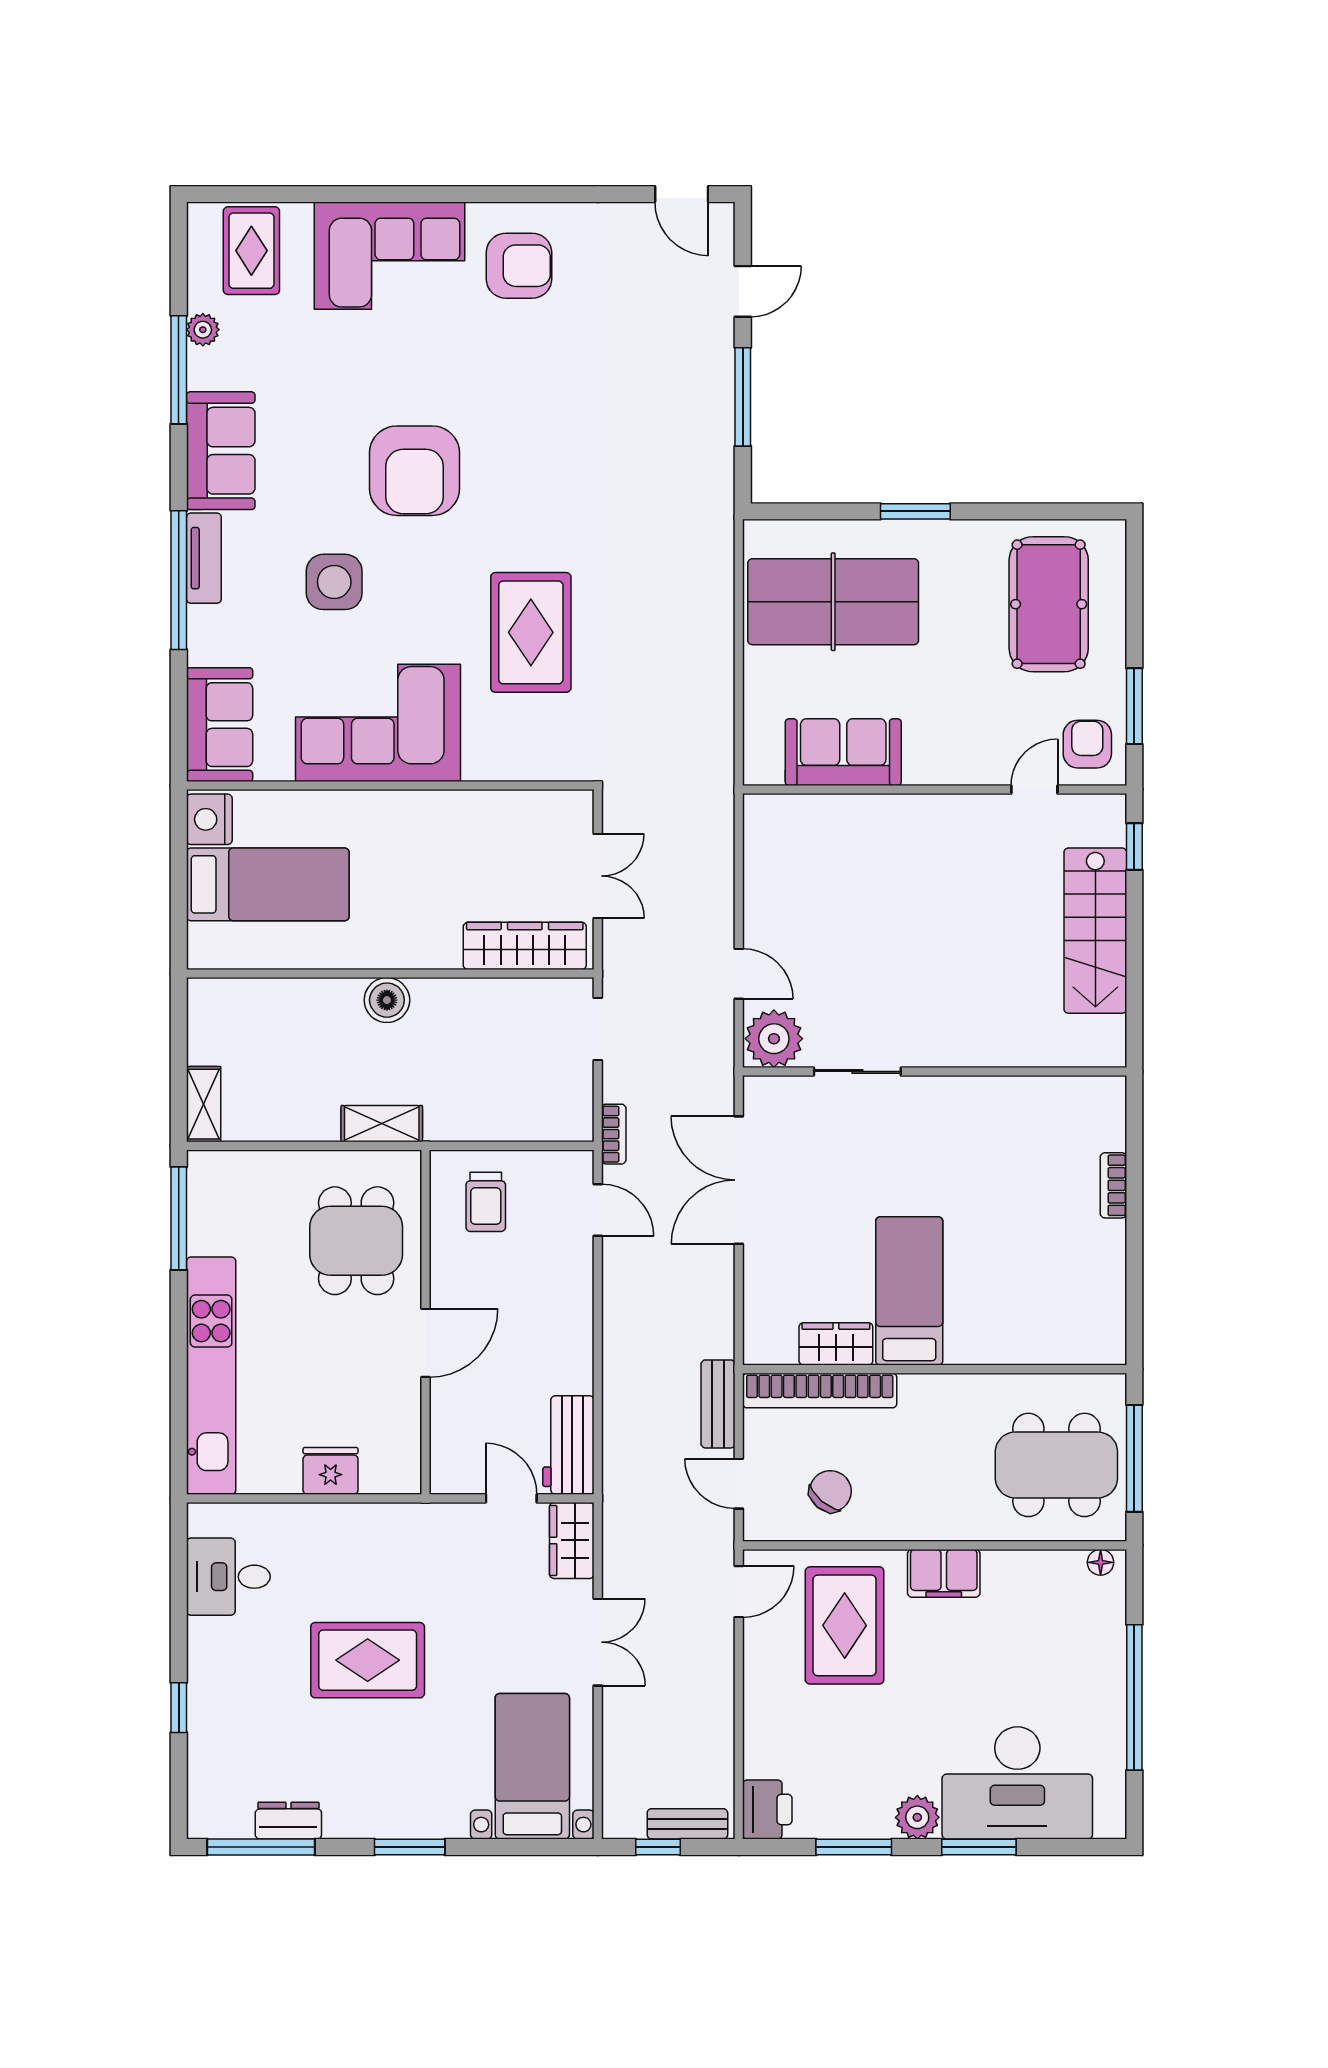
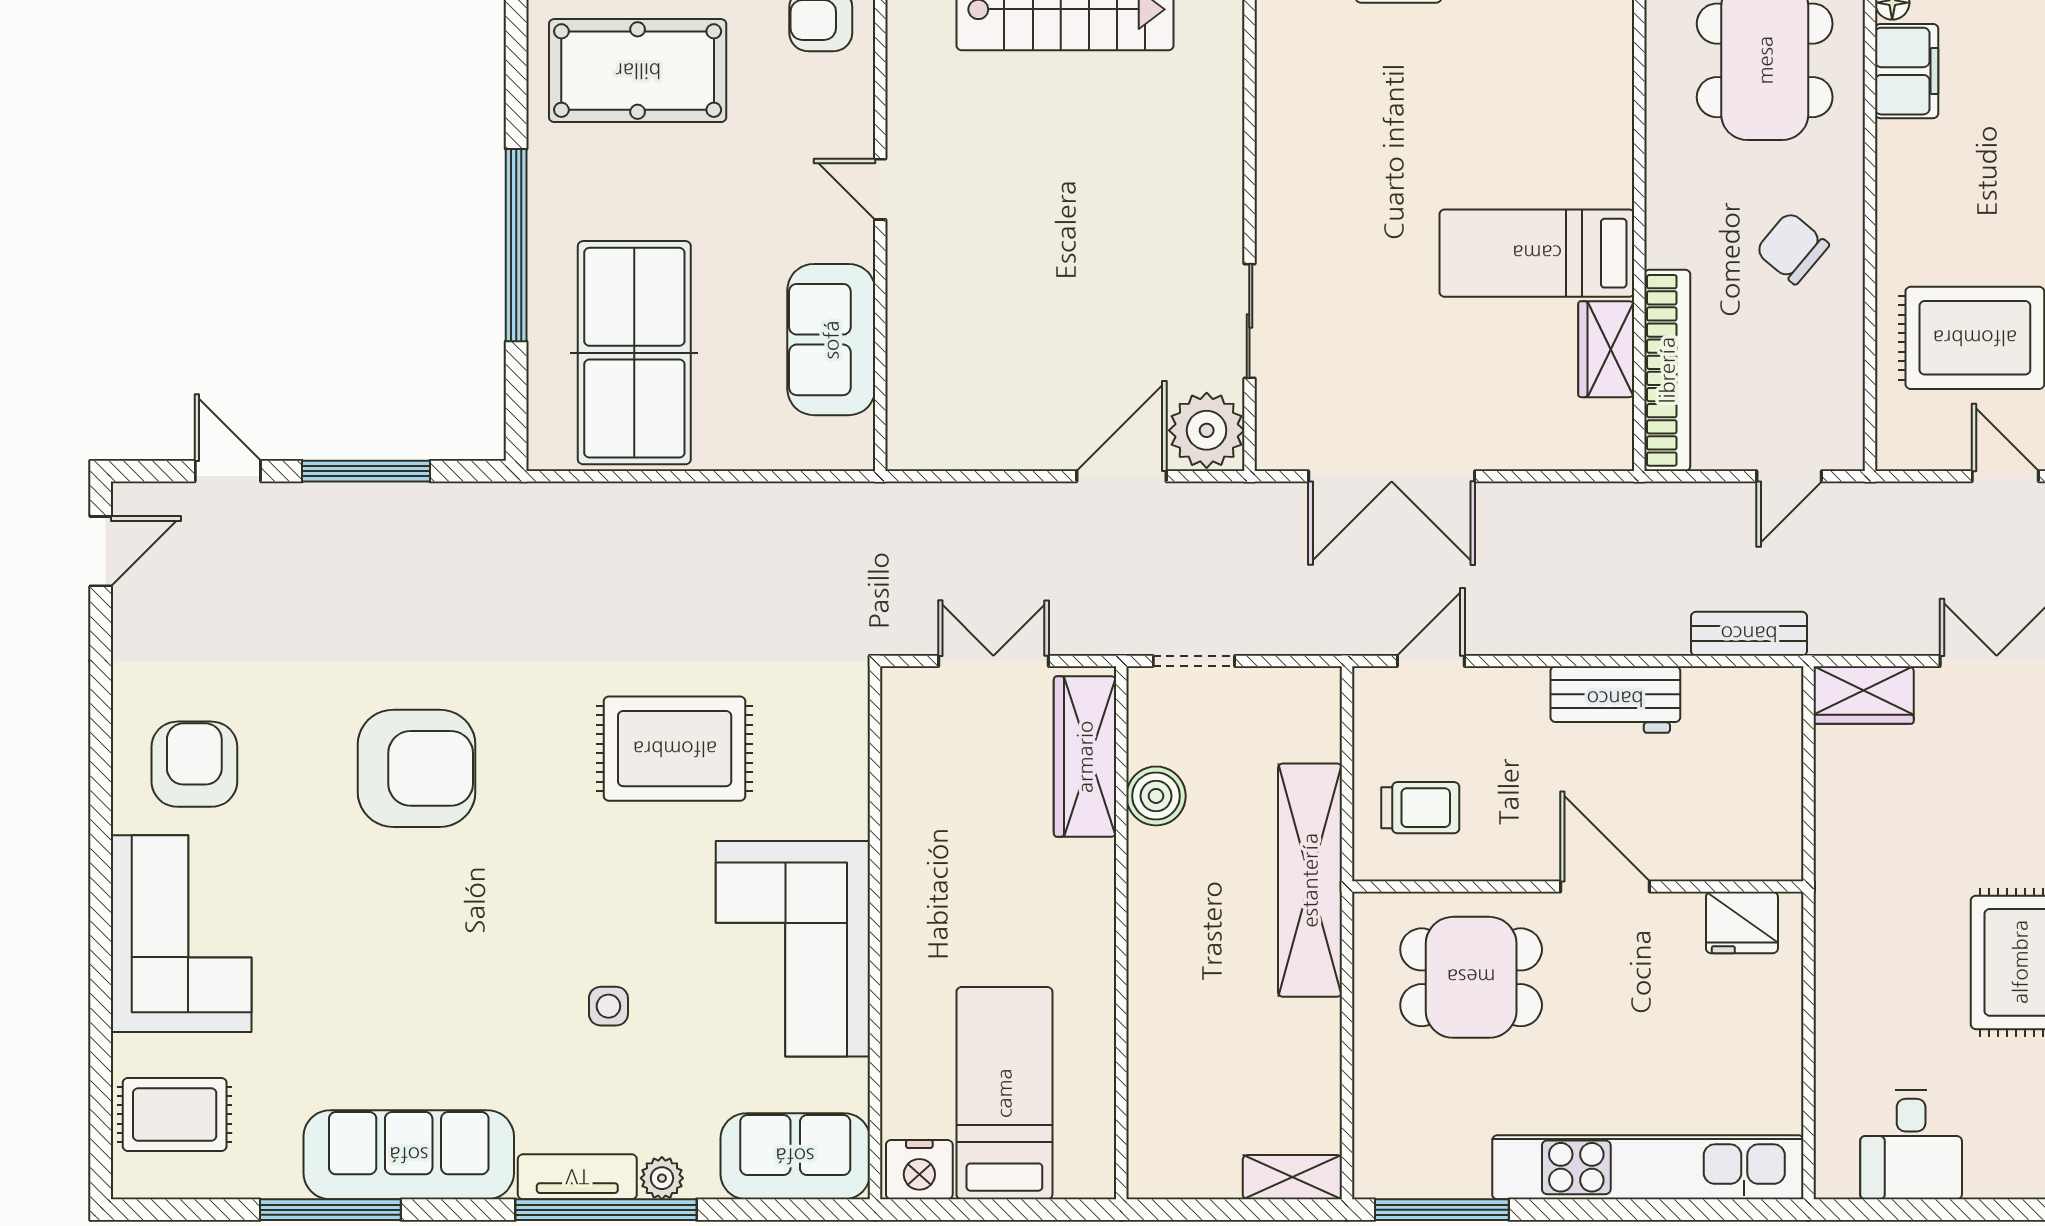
plant: (203, 330) -> (662, 1178), moved
sofa: (221, 451) -> (409, 1155), width x1.36
armchair: (415, 471) -> (417, 768), moved
window: (915, 511) -> (516, 245), width x2.11
side table: (334, 582) -> (608, 1006), width x0.54, depth x0.54
door: (1034, 789) -> (880, 189), moved
door: (739, 974) -> (1121, 476), width x1.38
boiler: (387, 1000) -> (1156, 796), moved
shelving: (382, 1124) -> (1310, 880), width x2.20, depth x1.33
bookcase: (614, 1134) -> (1332, 640), removed
bench: (718, 1404) -> (1749, 634), moved
workbench: (568, 1445) -> (1615, 699), moved
fridge: (331, 1471) -> (1742, 923), moved, turned -90
chair: (830, 1491) -> (1792, 248), moved
door: (511, 1498) -> (1809, 774), removed
filing cabinet: (944, 1573) -> (1907, 71), moved
door: (739, 1592) -> (2005, 476), moved

